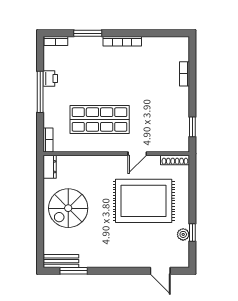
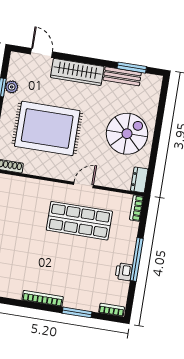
door: (137, 154) -> (83, 185), moved
wardrobe: (124, 258) -> (77, 72), added
bench: (61, 261) -> (122, 76), moved

